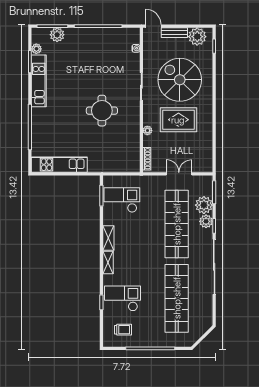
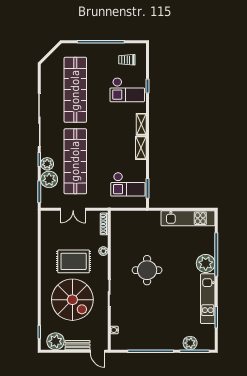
plant: (36, 49) -> (206, 263), moved, width x1.88, depth x1.88

